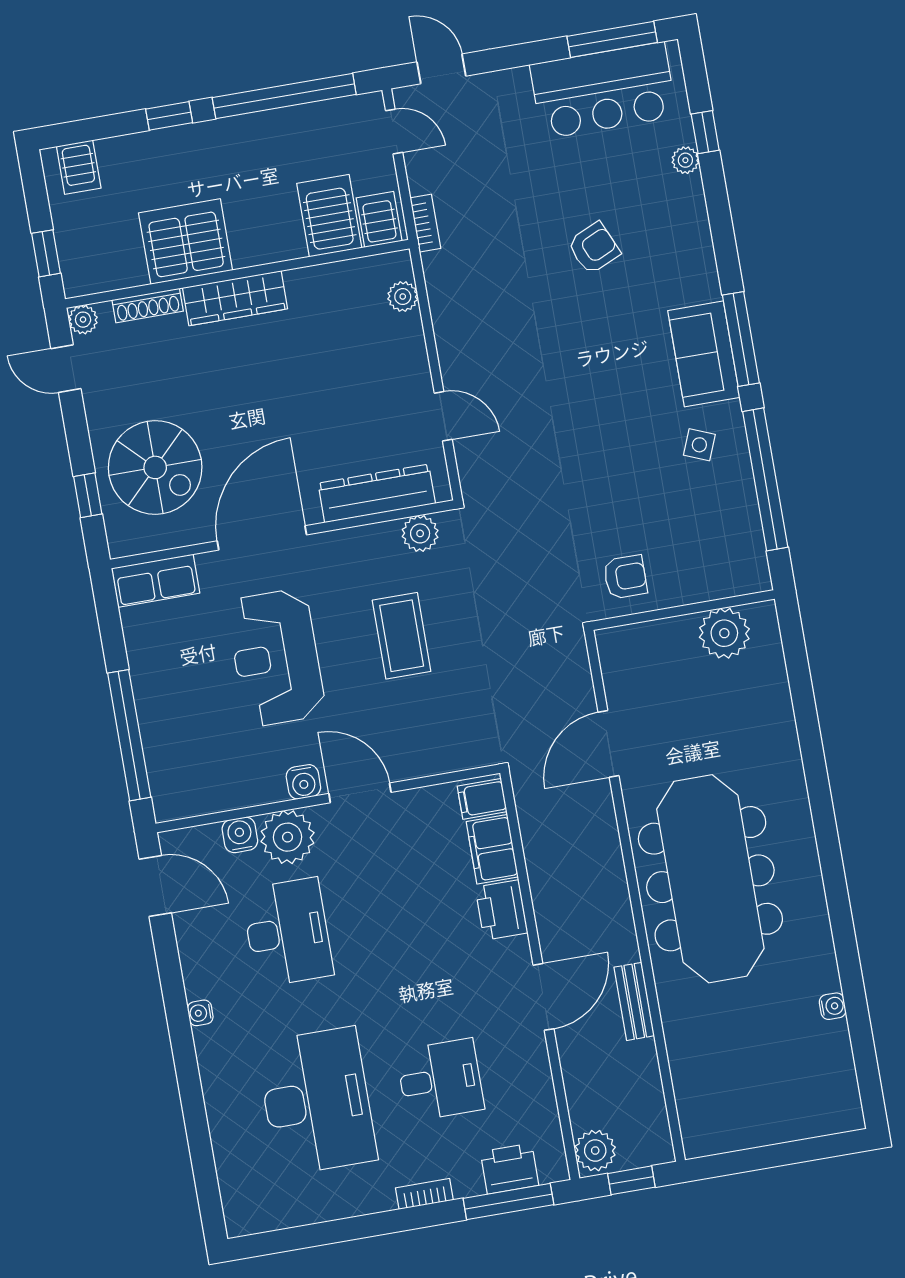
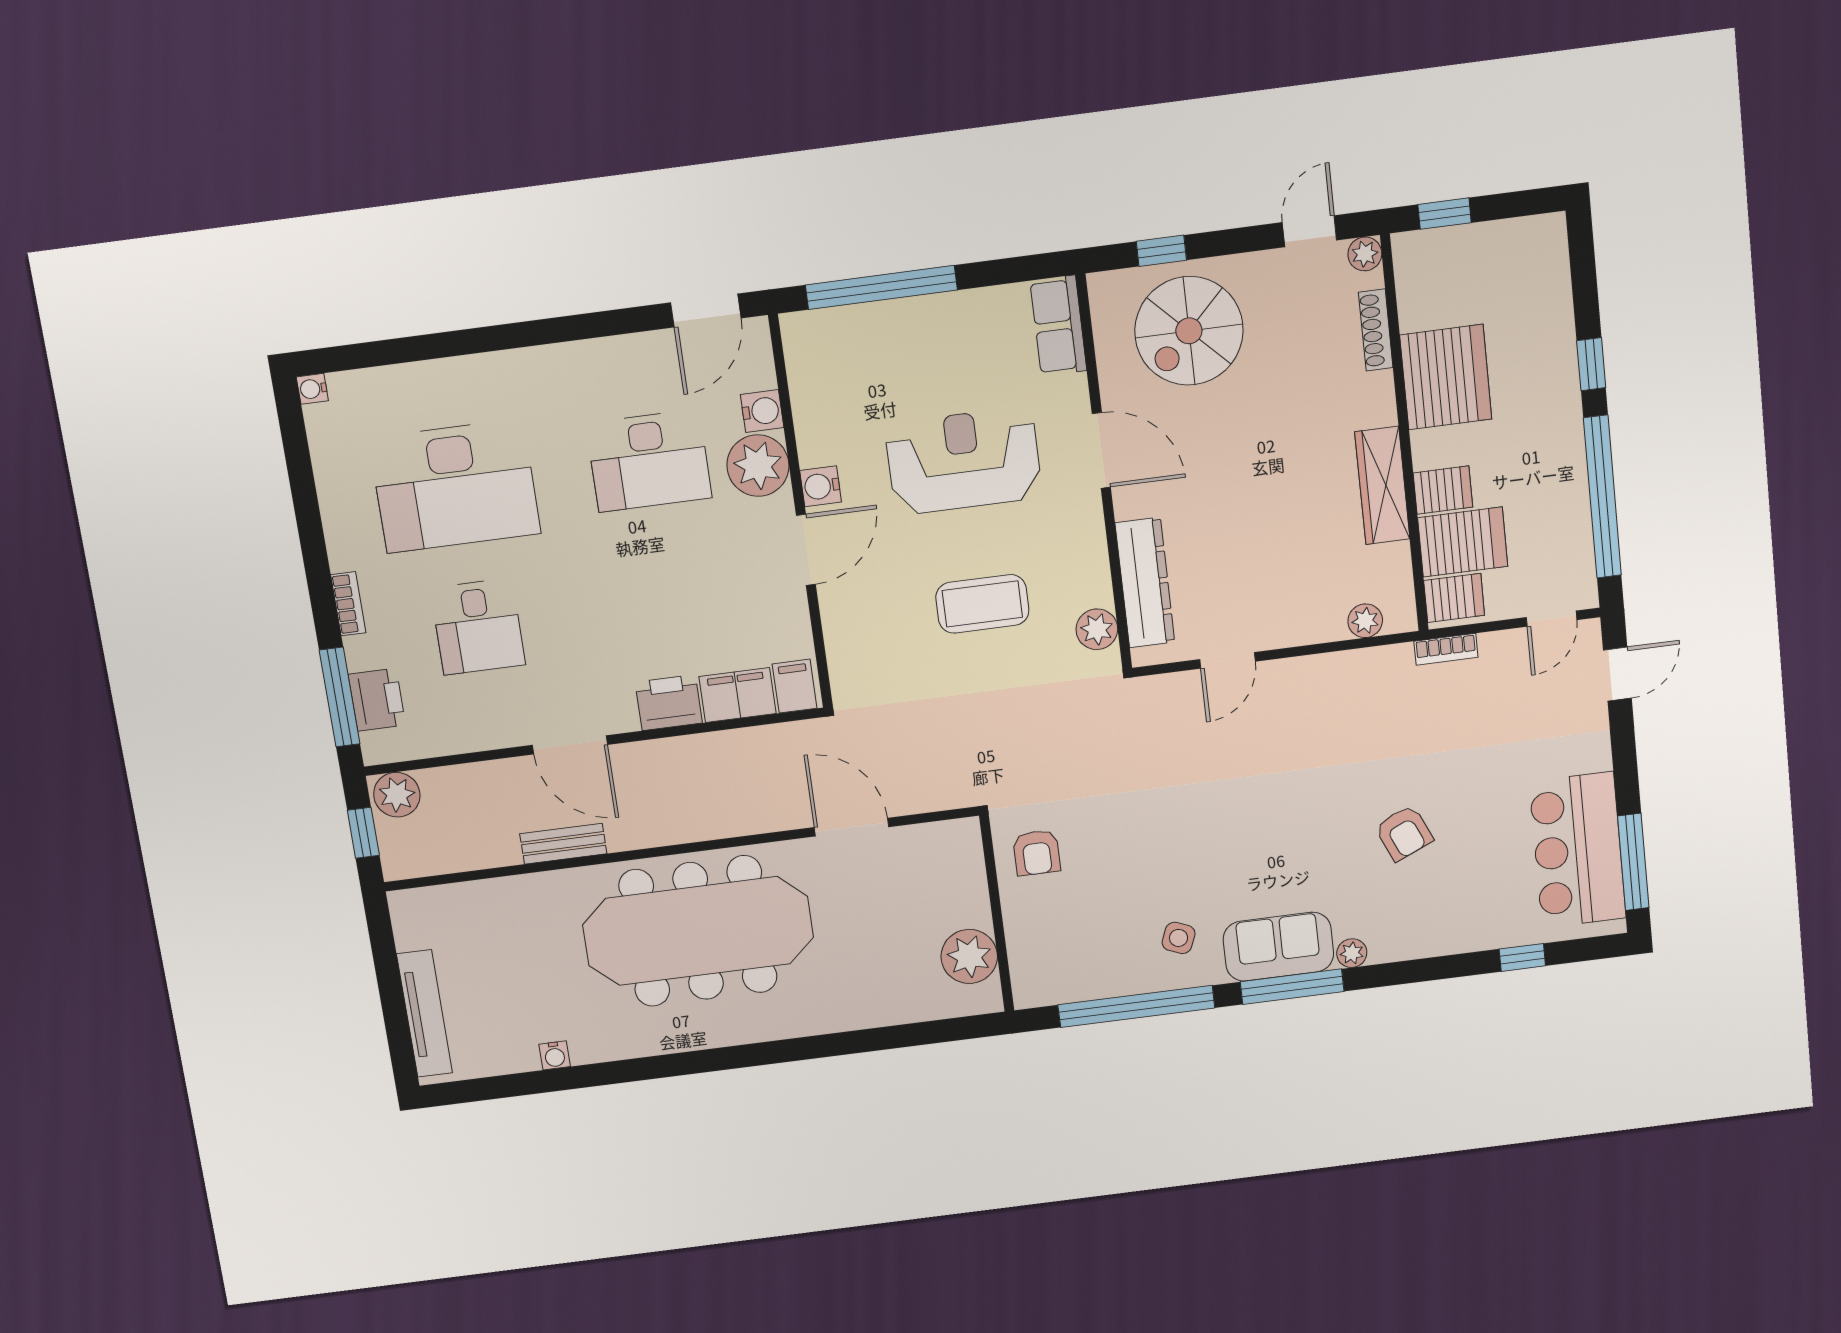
plant: (685, 160) -> (1352, 953), moved
server rack: (79, 167) -> (1443, 490), moved, turned 180
wardrobe: (235, 298) -> (1382, 486), moved
door: (262, 538) -> (1101, 450), width x0.73
water cooler: (200, 1013) -> (312, 389), moved, turned -90
tv unit: (798, 1125) -> (425, 1014), added

